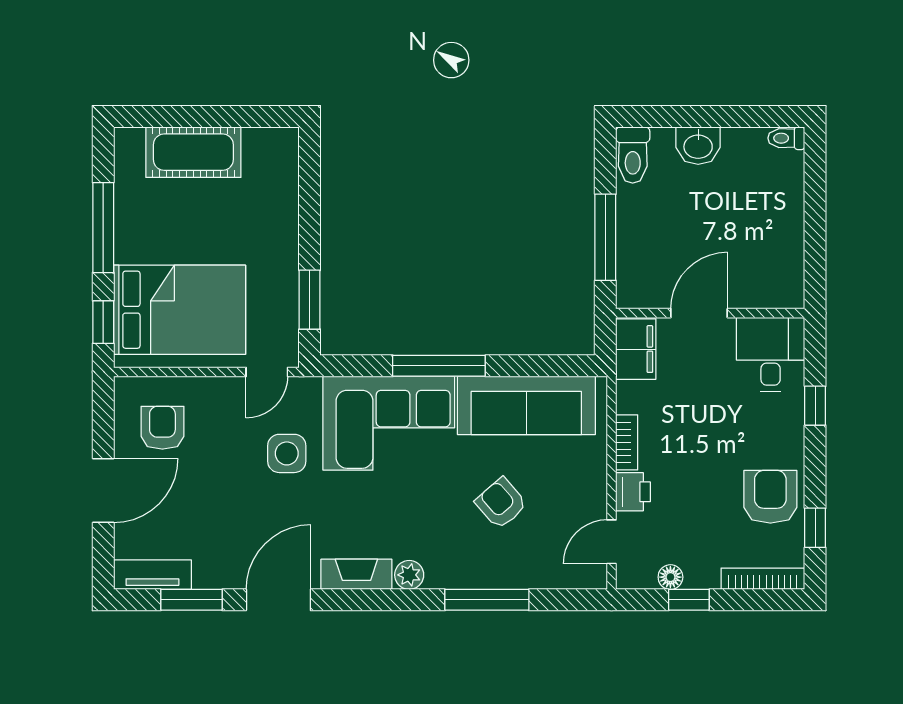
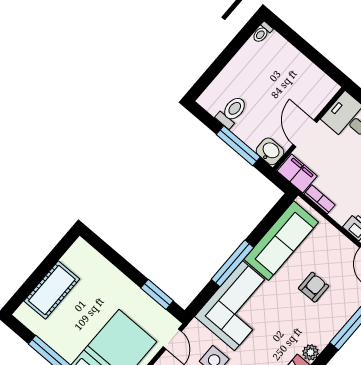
washbasin: (698, 146) -> (270, 151), moved, turned -90
toilet: (633, 155) -> (232, 112), moved, turned -90
bookcase: (627, 442) -> (320, 199), moved
armchair: (501, 503) -> (314, 287), turned 131

